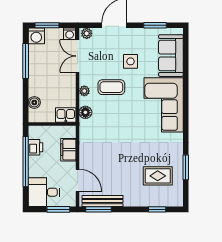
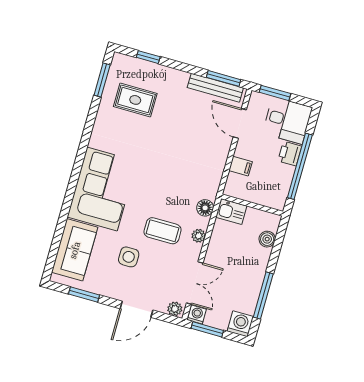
window: (47, 25) -> (207, 329), moved
printer: (35, 147) -> (290, 154), moved
filing cabinet: (68, 150) -> (241, 166), width x0.50
window: (186, 167) -> (102, 80), moved

